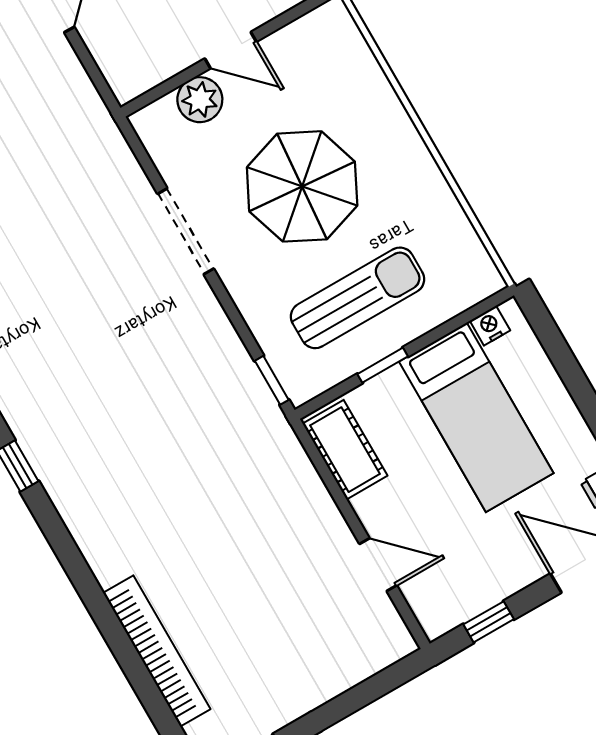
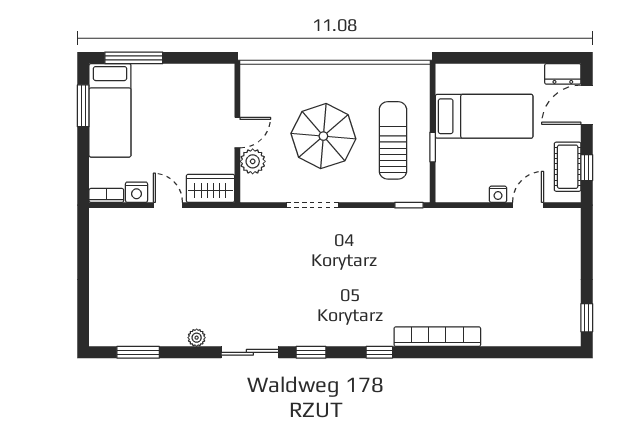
wardrobe: (120, 58) -> (210, 188), added
nightstand: (490, 326) -> (498, 194), moved, turned -90
cot: (345, 450) -> (568, 167), moved, turned 90
bookcase: (157, 651) -> (437, 337), moved

